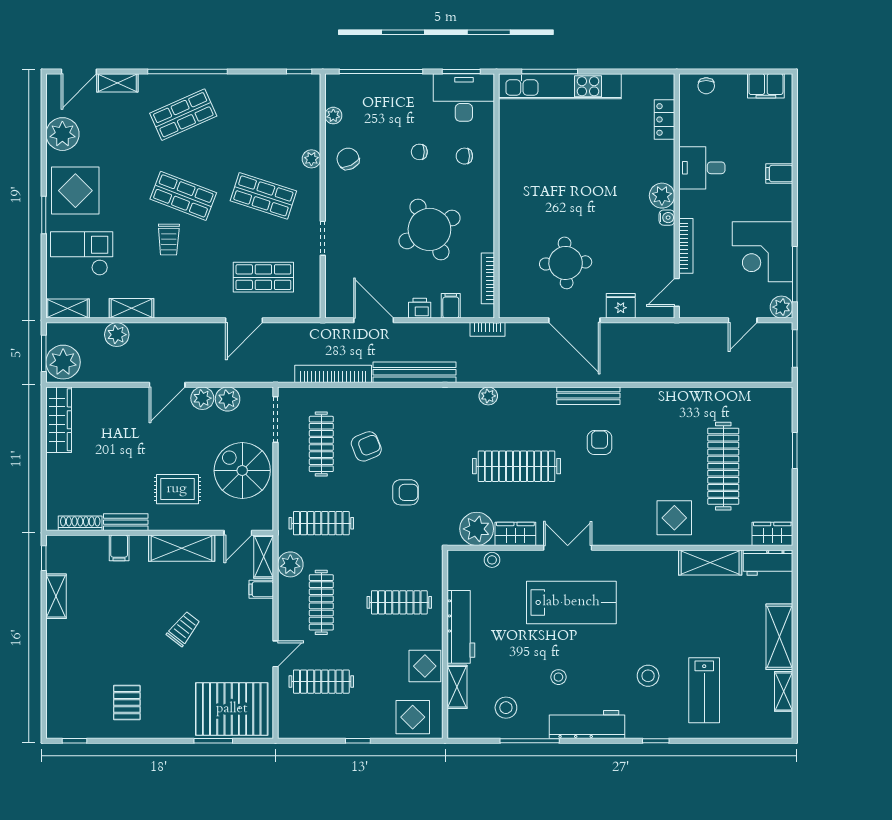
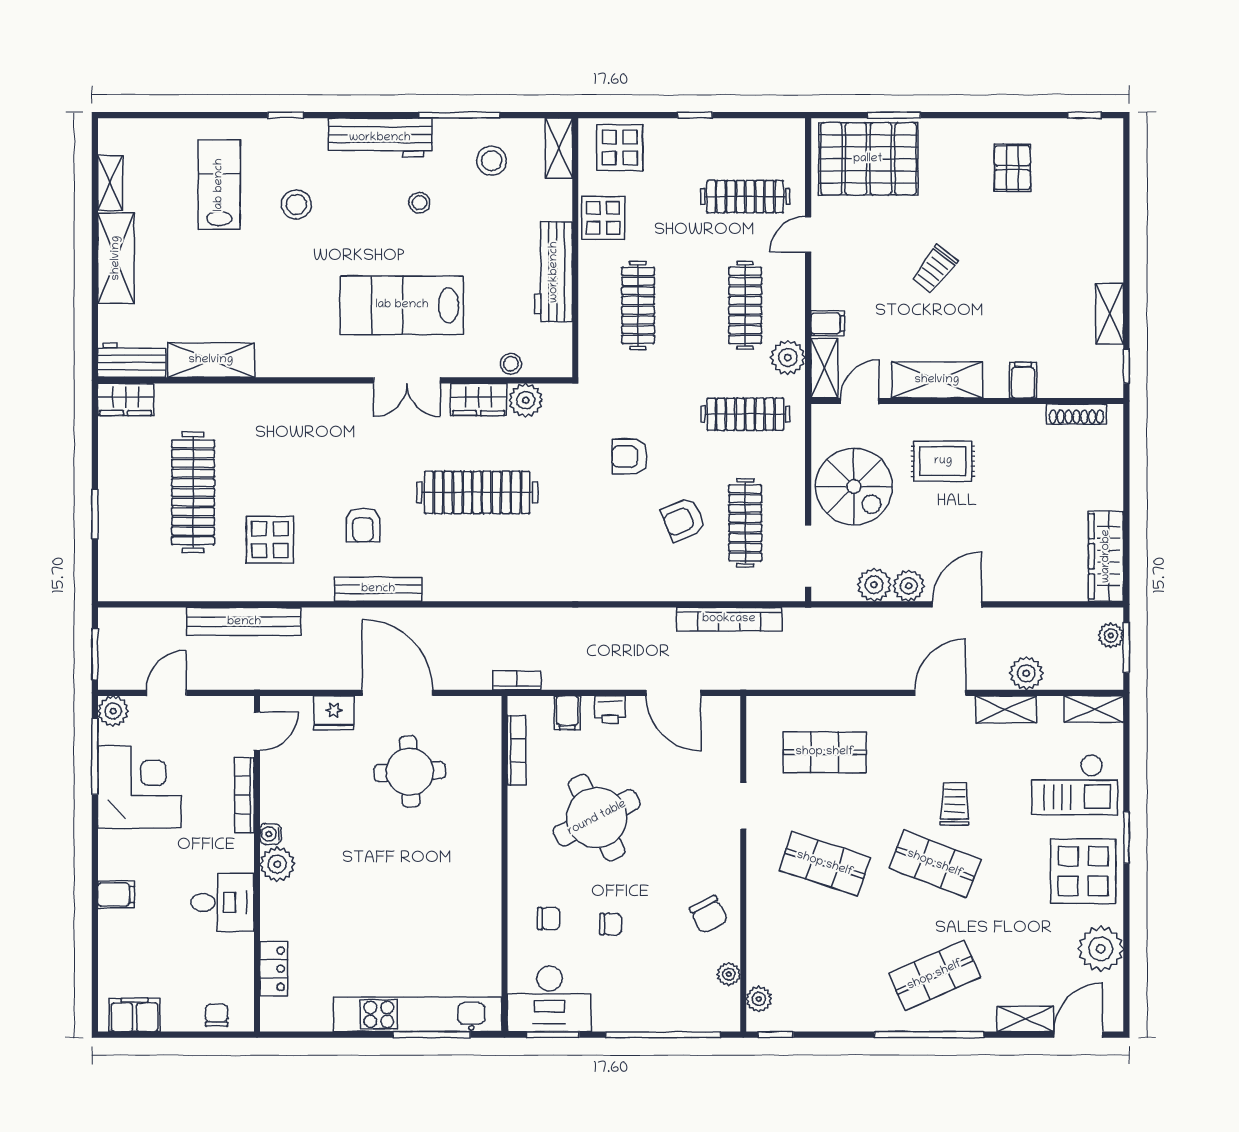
plant: (311, 159) -> (759, 999), moved
door: (244, 320) -> (940, 693), moved
plant: (63, 362) -> (1111, 635), width x0.53, depth x0.53
bench: (414, 372) -> (244, 622), moved
plant: (488, 396) -> (516, 589), removed
display table: (674, 518) -> (270, 540), moved
bench: (126, 522) -> (1014, 416), removed
plant: (477, 529) -> (526, 400), width x0.73, depth x0.73
clothes rail: (399, 602) -> (638, 305), turned 90
shelving: (457, 687) -> (559, 148), moved

